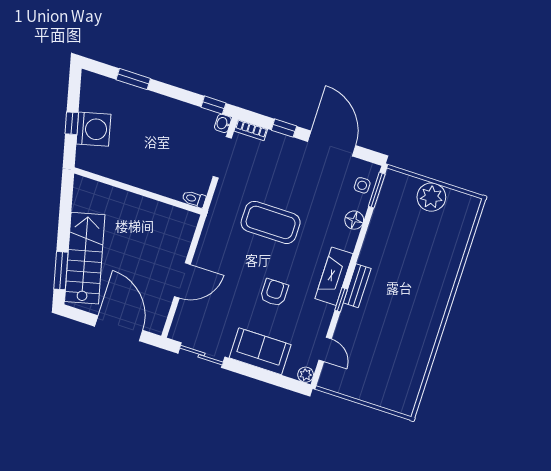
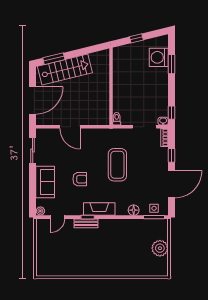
washing machine: (93, 129) -> (159, 57), moved, turned 104
bench: (357, 286) -> (86, 223), moved

